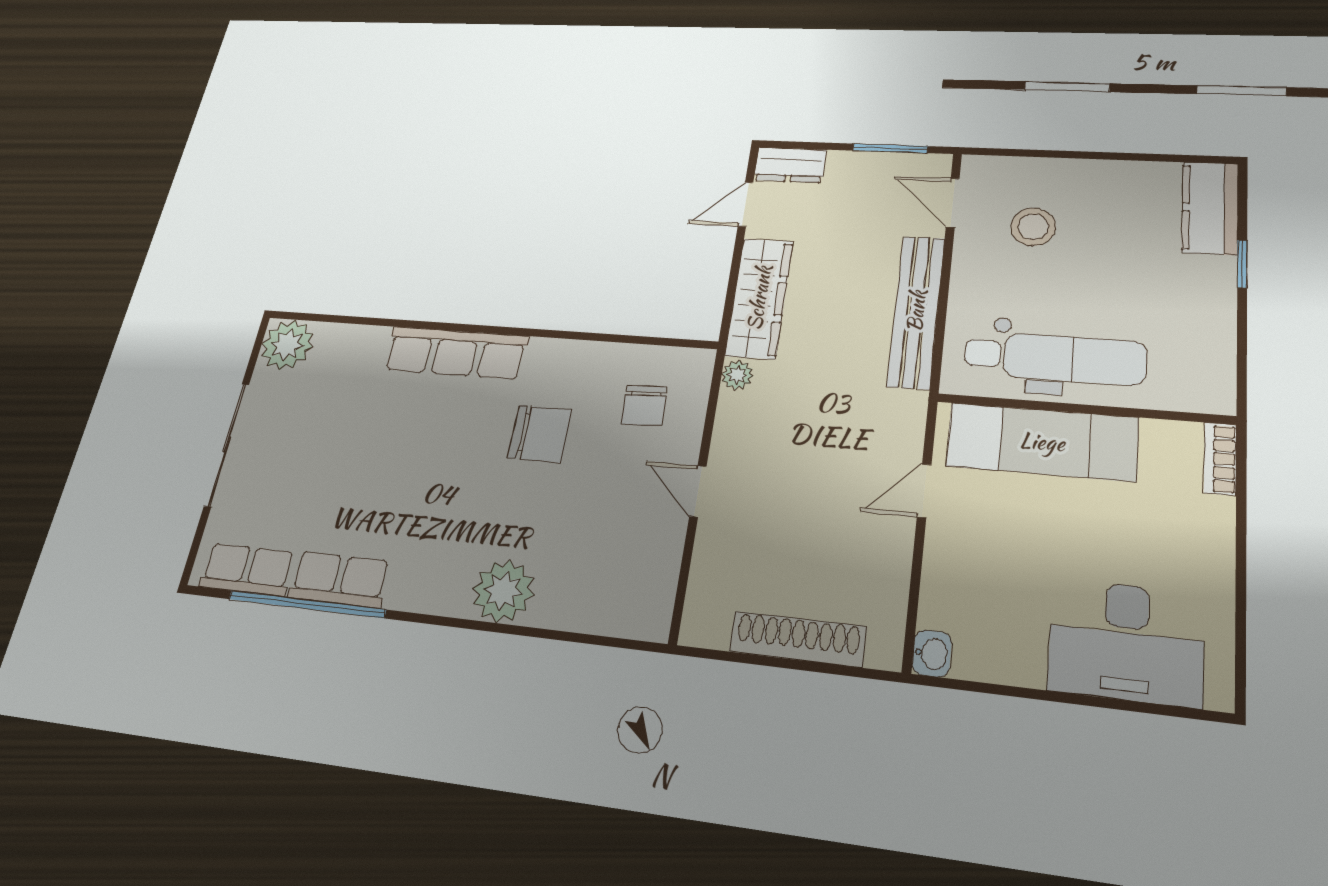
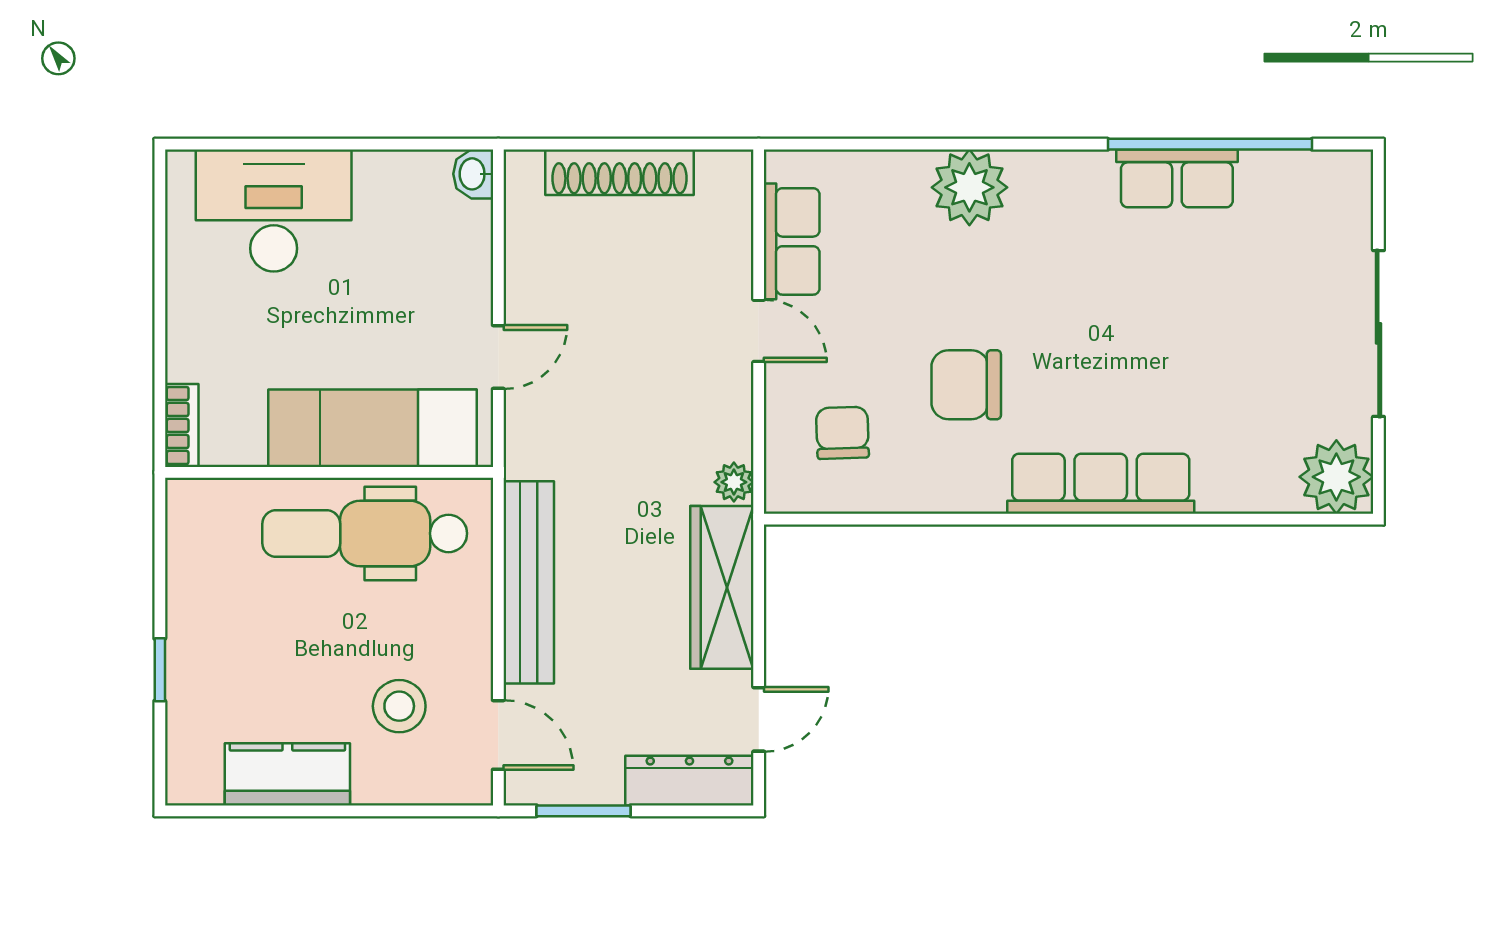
dresser: (790, 165) -> (689, 781), width x1.44
kitchen counter: (1210, 208) -> (287, 774), moved, turned -90
row of seats: (247, 570) -> (792, 241), moved, turned -90

